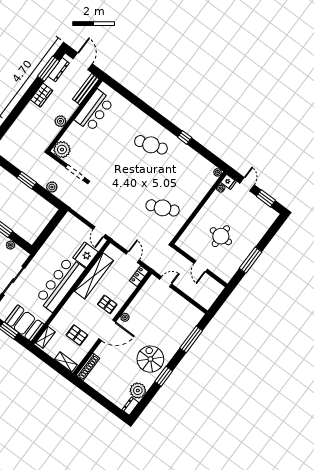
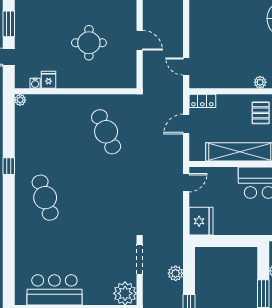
fridge: (228, 182) -> (49, 80), moved
fridge: (86, 255) -> (201, 221), moved, turned -90
door: (201, 266) -> (140, 40), hinge flipped

